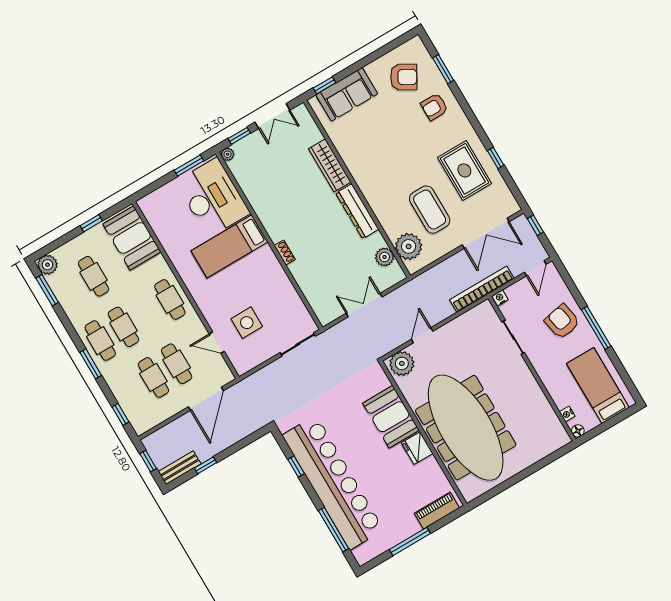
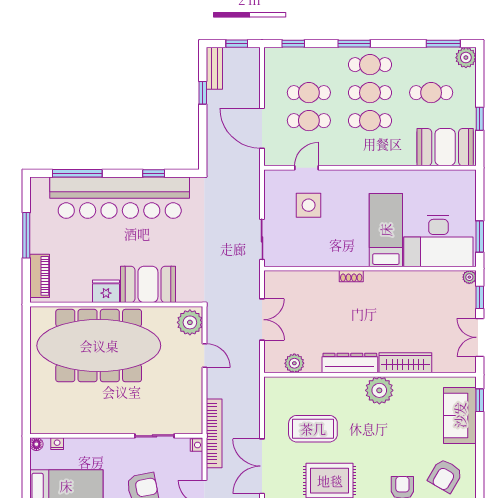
plant: (409, 246) -> (379, 390), moved
cafe table: (170, 299) -> (370, 121), moved

